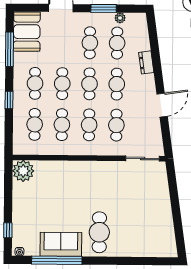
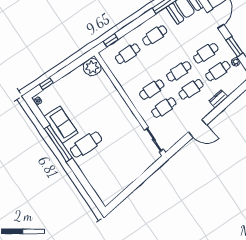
cafe table: (62, 84) -> (167, 53), removed
window: (9, 100) -> (111, 40), moved
cafe table: (62, 125) -> (140, 72), removed
window: (57, 260) -> (58, 143), moved

